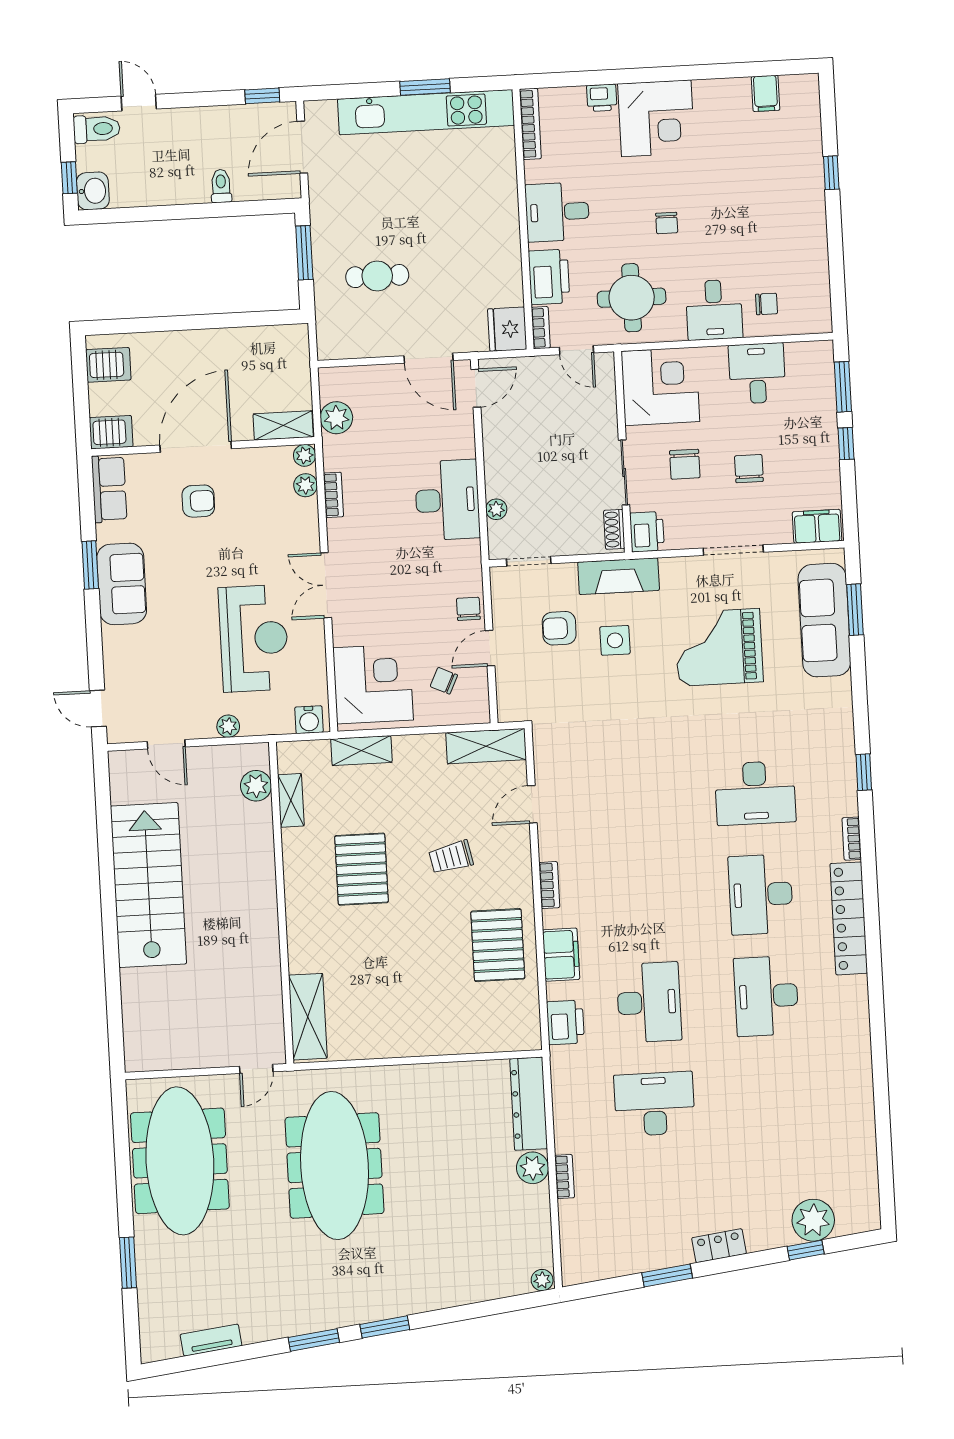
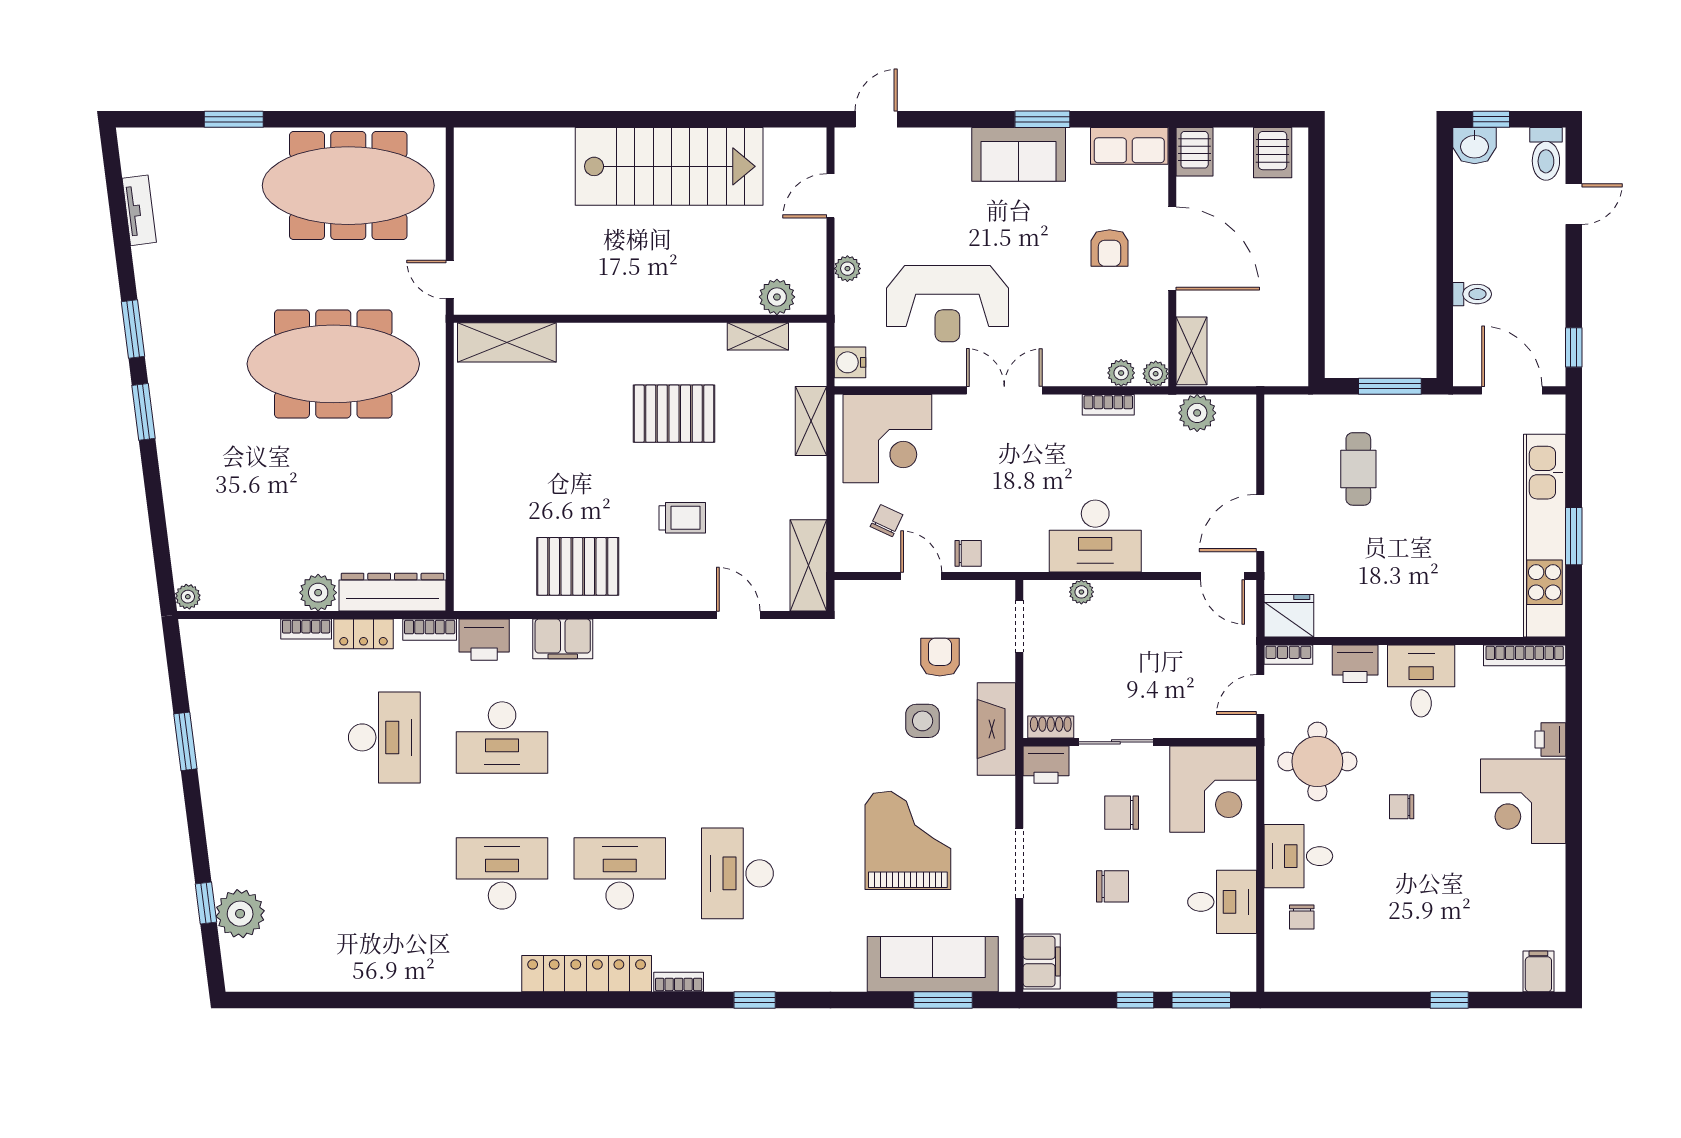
filing cabinet: (766, 93) -> (1538, 971), moved, turned 90
printer: (549, 277) -> (1355, 664), width x0.73, depth x0.84
trolley: (451, 857) -> (682, 518), turned 102
bookcase: (549, 885) -> (430, 630), moved
locker: (719, 1246) -> (363, 634), moved, turned 97

